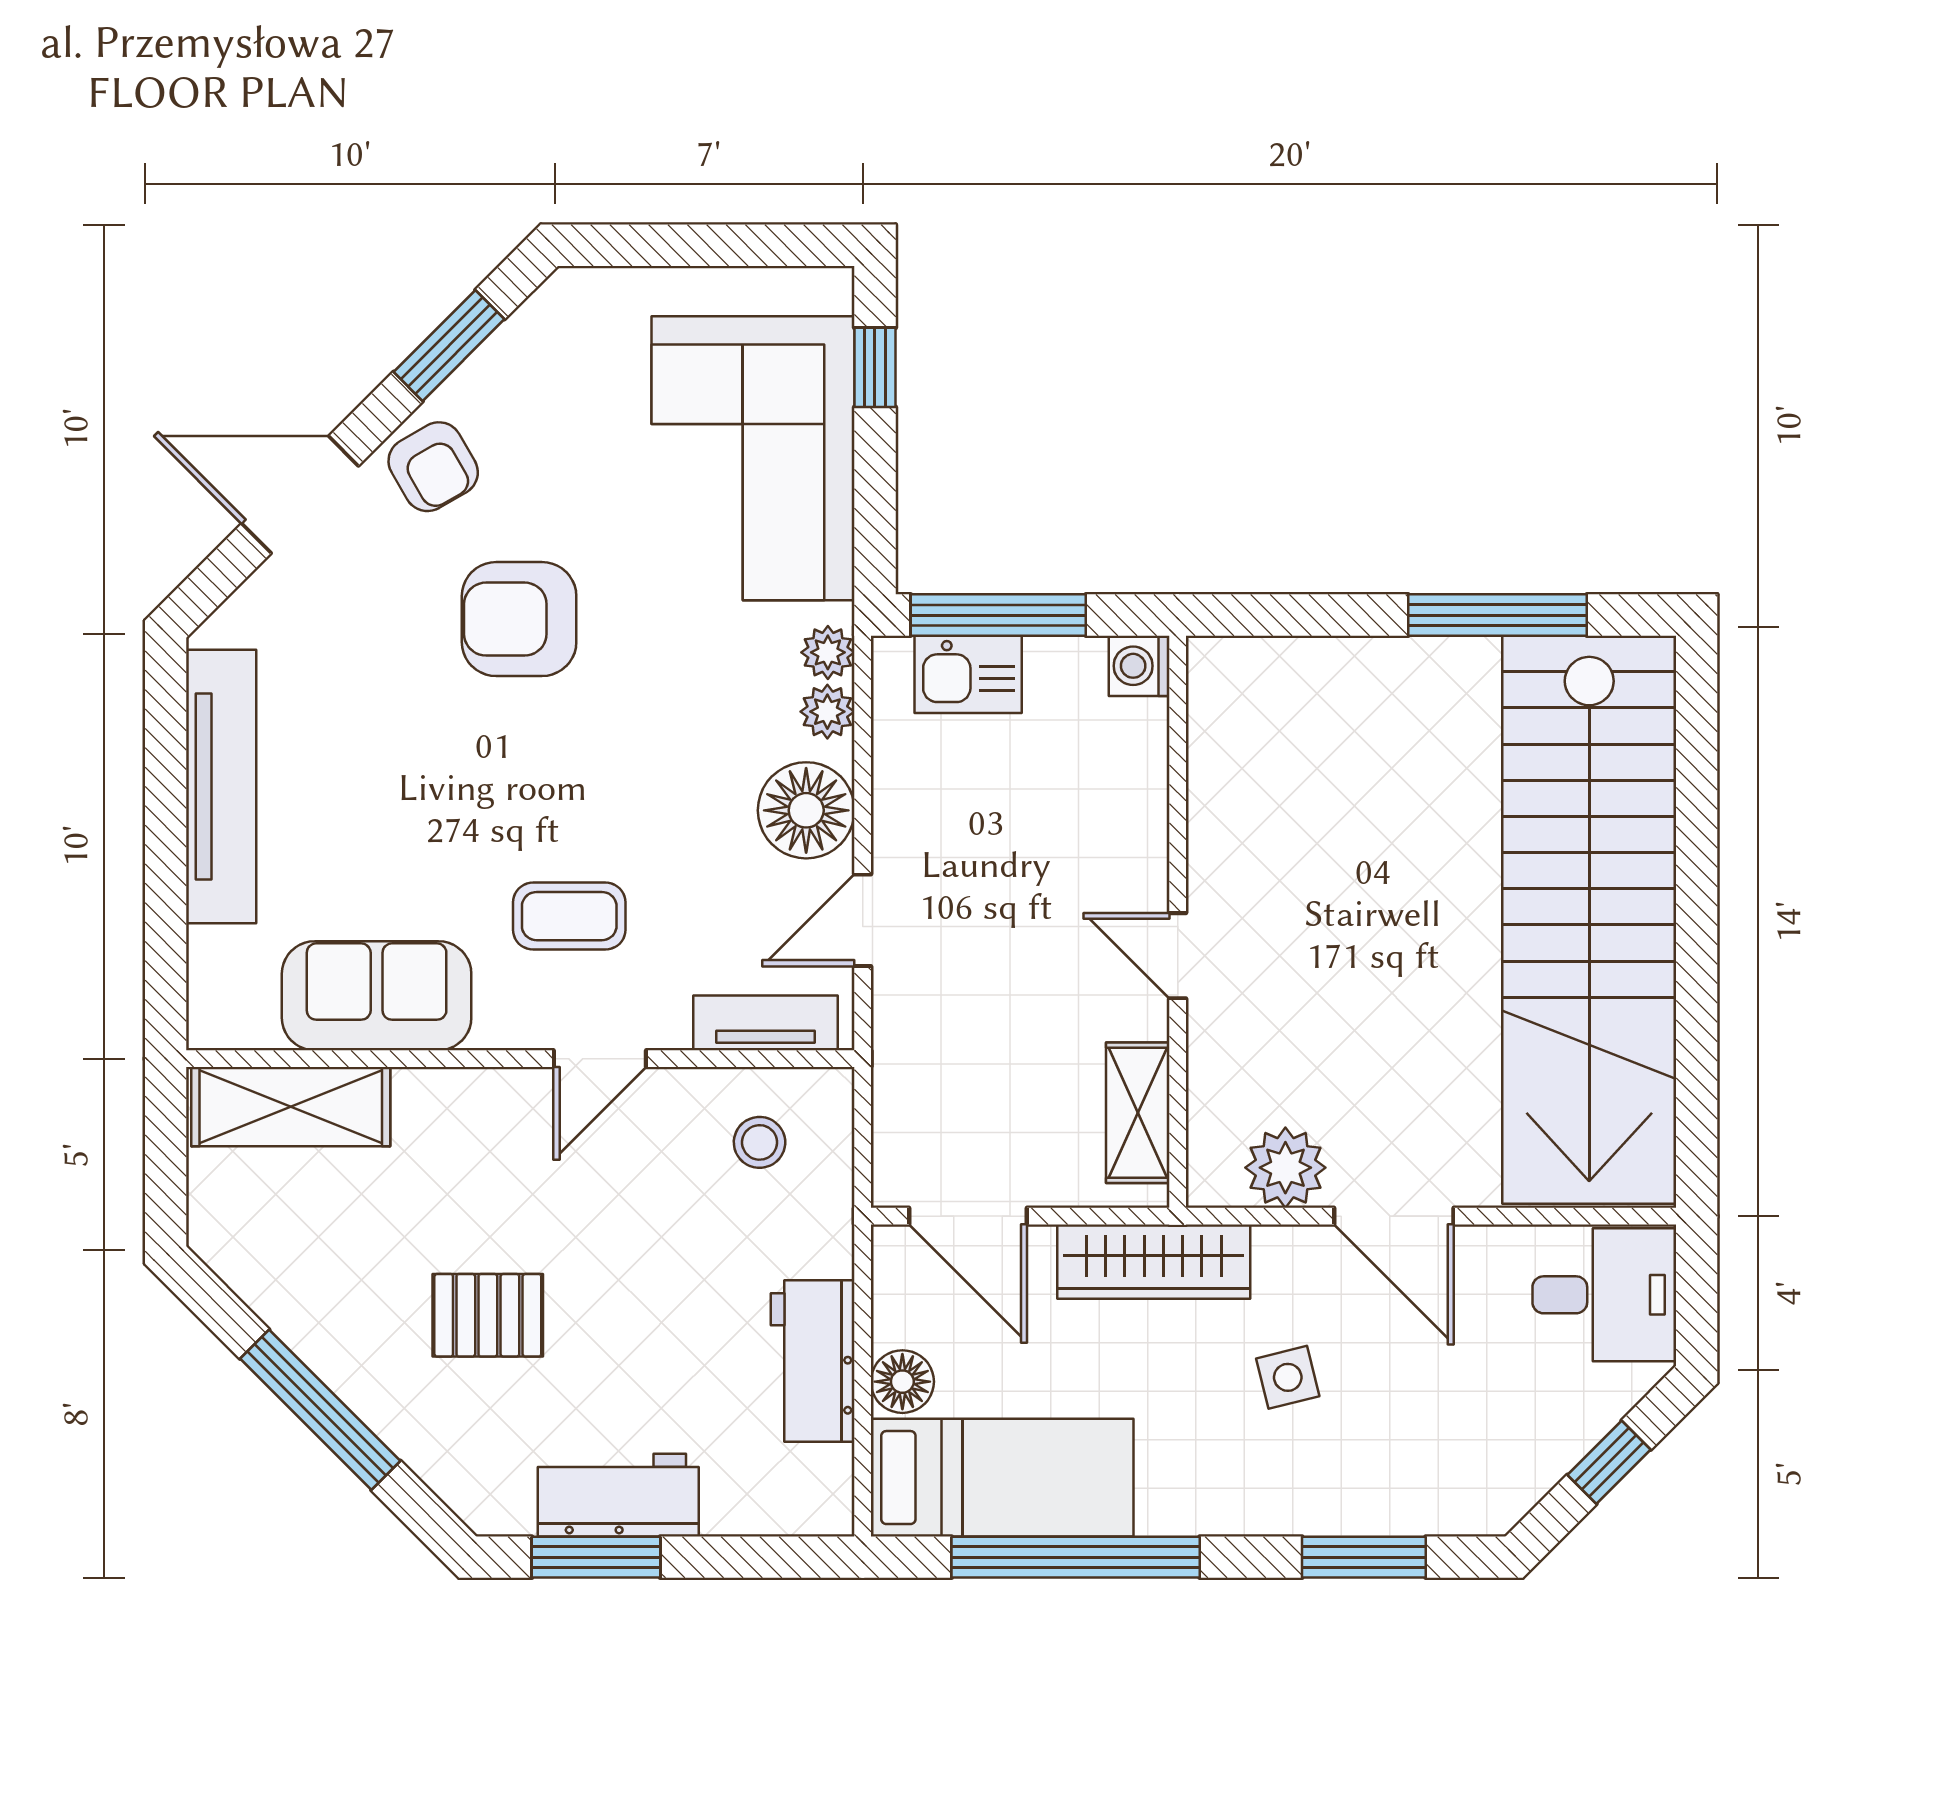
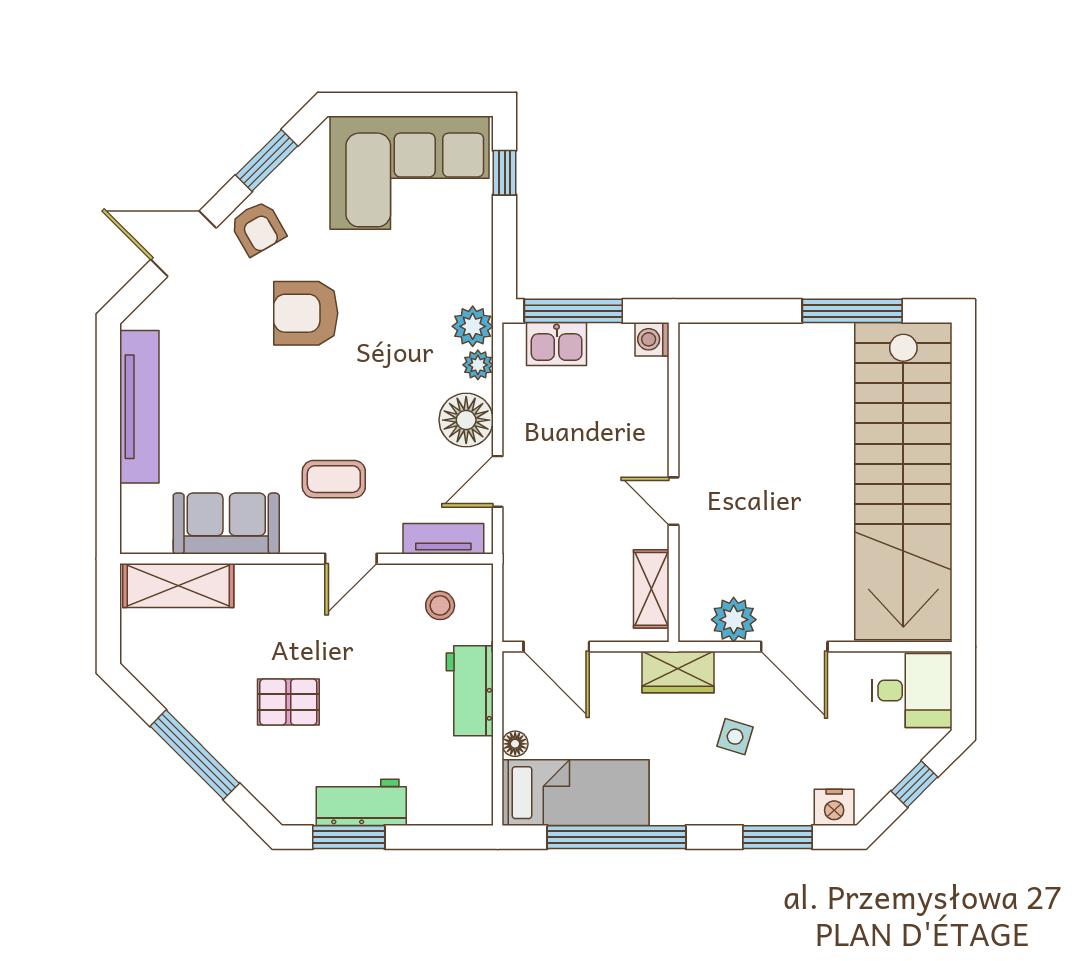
corner sofa: (753, 458) -> (410, 173), moved, turned -90
plant: (828, 652) -> (473, 326), width x1.38, depth x1.38
wardrobe: (1154, 1262) -> (678, 672), width x0.67
workbench: (813, 1361) -> (470, 691), moved
side table: (1288, 1377) -> (735, 737), turned 31
floor lamp: (902, 1382) -> (515, 744), width x0.73, depth x0.73
nightstand: (1465, 1504) -> (834, 807), added

